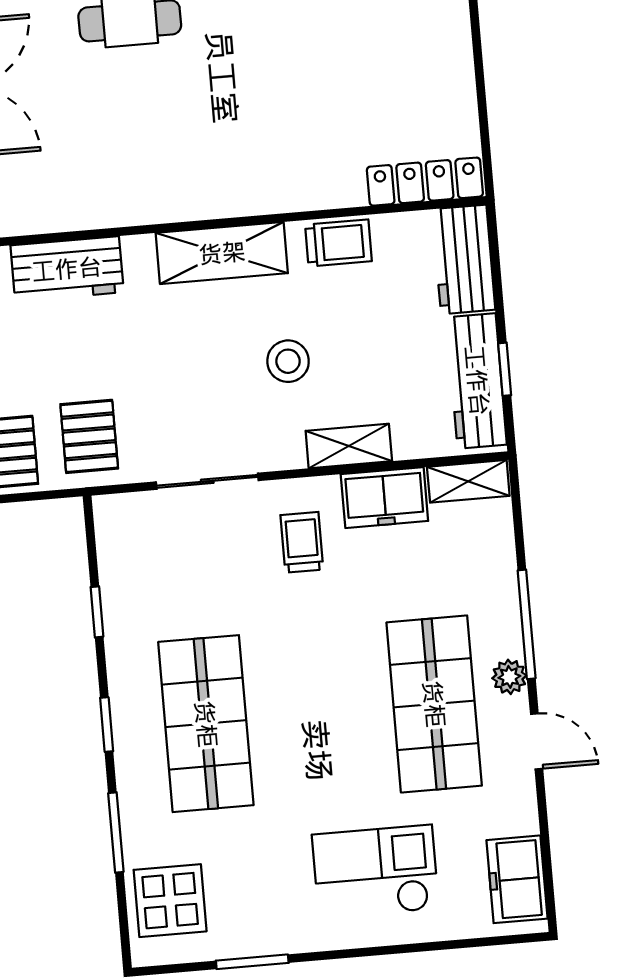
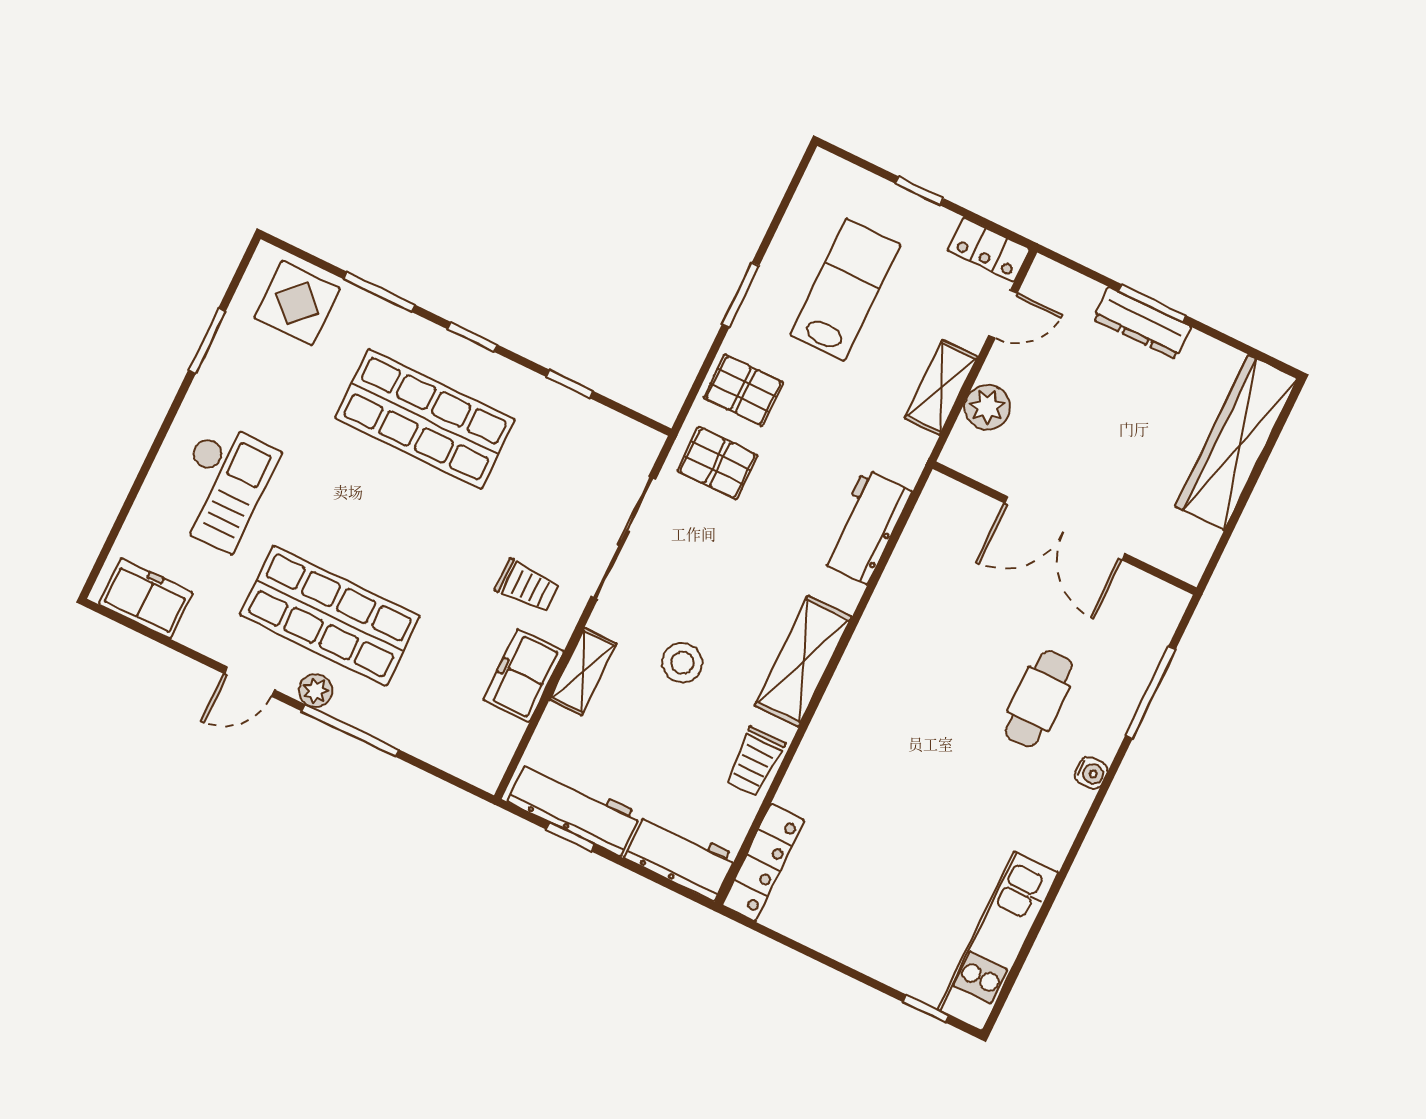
sliding door: (207, 481) -> (623, 538), width x1.37
shelving: (468, 481) -> (496, 752), removed

